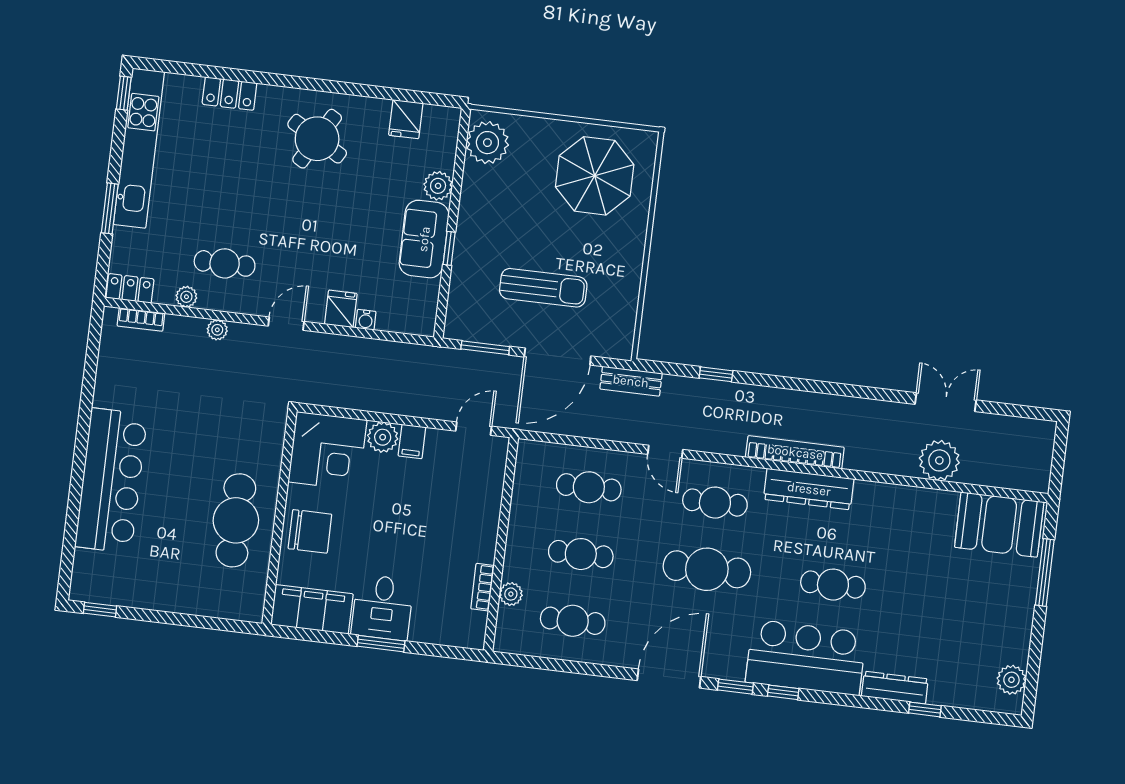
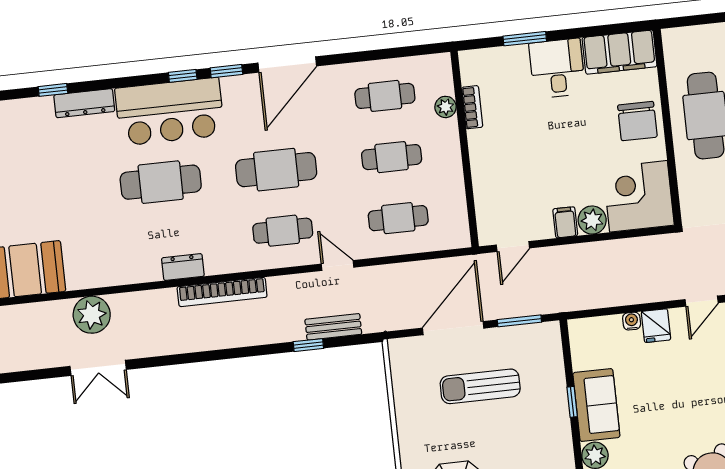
bench: (631, 381) -> (333, 327), moved
dresser: (809, 489) -> (183, 267), width x0.51, depth x0.80
chair: (310, 531) -> (637, 121), turned -90
cafe table: (833, 585) -> (161, 182), width x1.37, depth x1.35
window: (381, 644) -> (525, 39), moved

